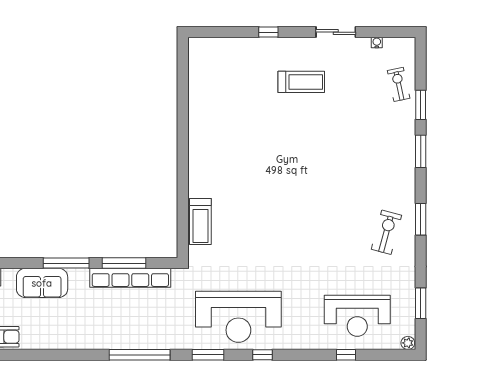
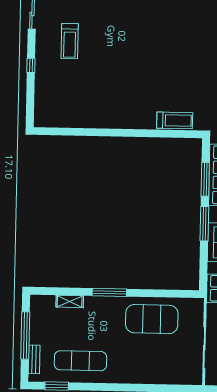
treadmill: (301, 82) -> (70, 41), turned 180

